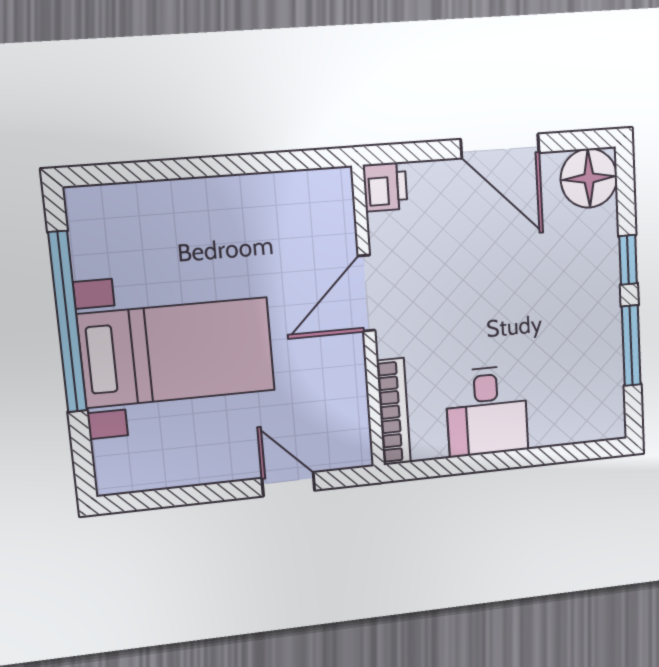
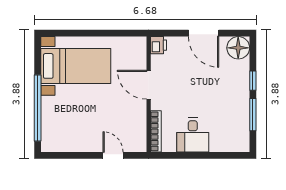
door: (366, 293) -> (149, 85), hinge flipped
window: (68, 322) -> (38, 108), moved
bed with nightstands: (177, 352) -> (76, 66), moved

